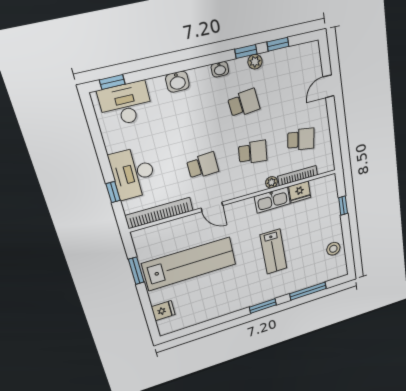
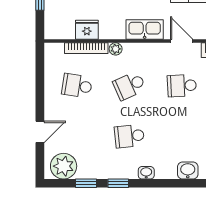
plant: (255, 62) -> (64, 166), moved, width x1.88, depth x1.88
school desk: (253, 152) -> (129, 86), turned -30
kitchen sink: (272, 200) -> (145, 29), moved

